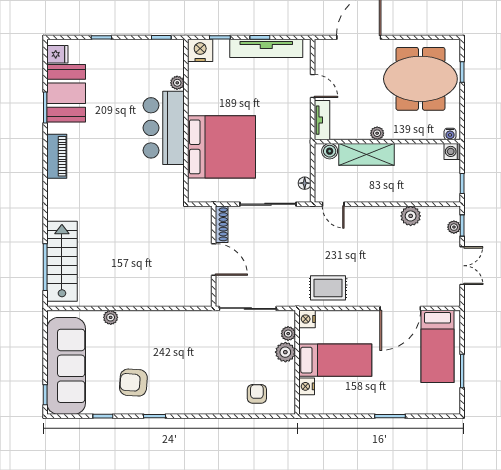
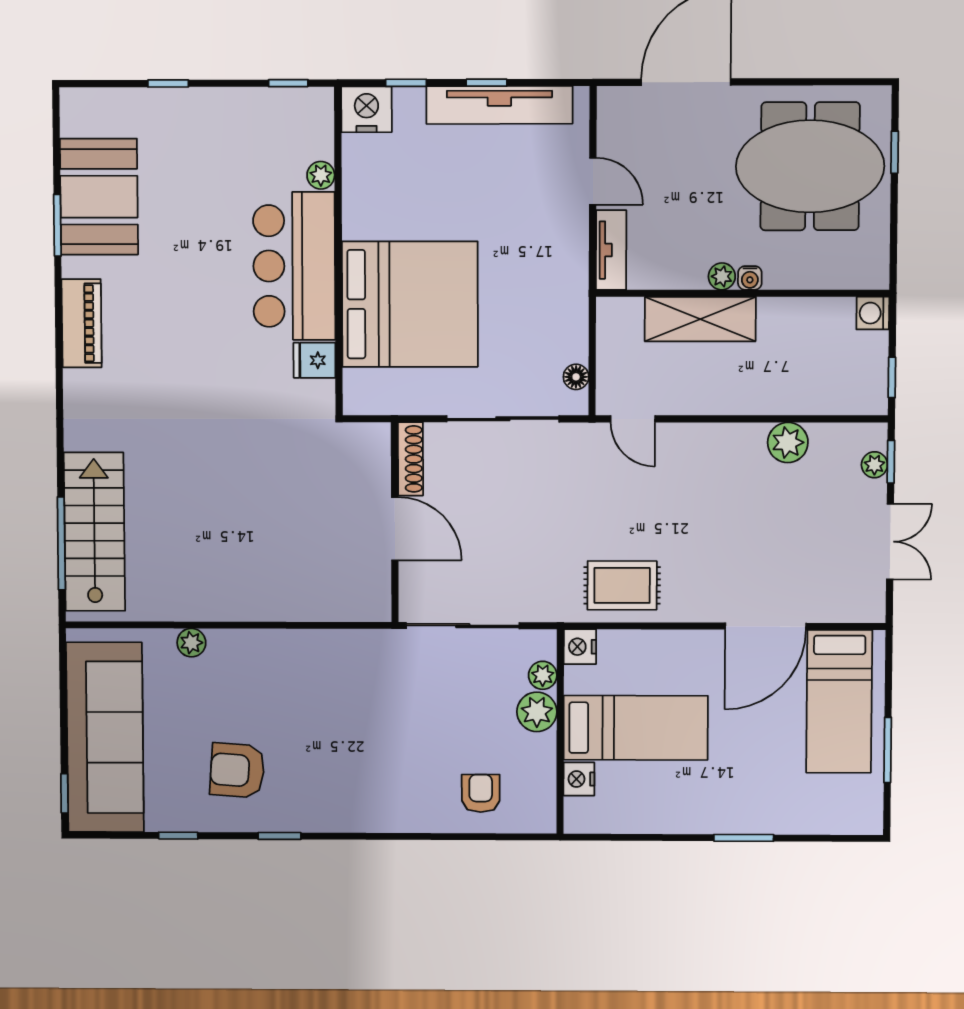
fridge: (57, 54) -> (314, 360), moved, turned 180
water cooler: (450, 134) -> (750, 278), moved
boiler: (330, 151) -> (626, 313), removed

